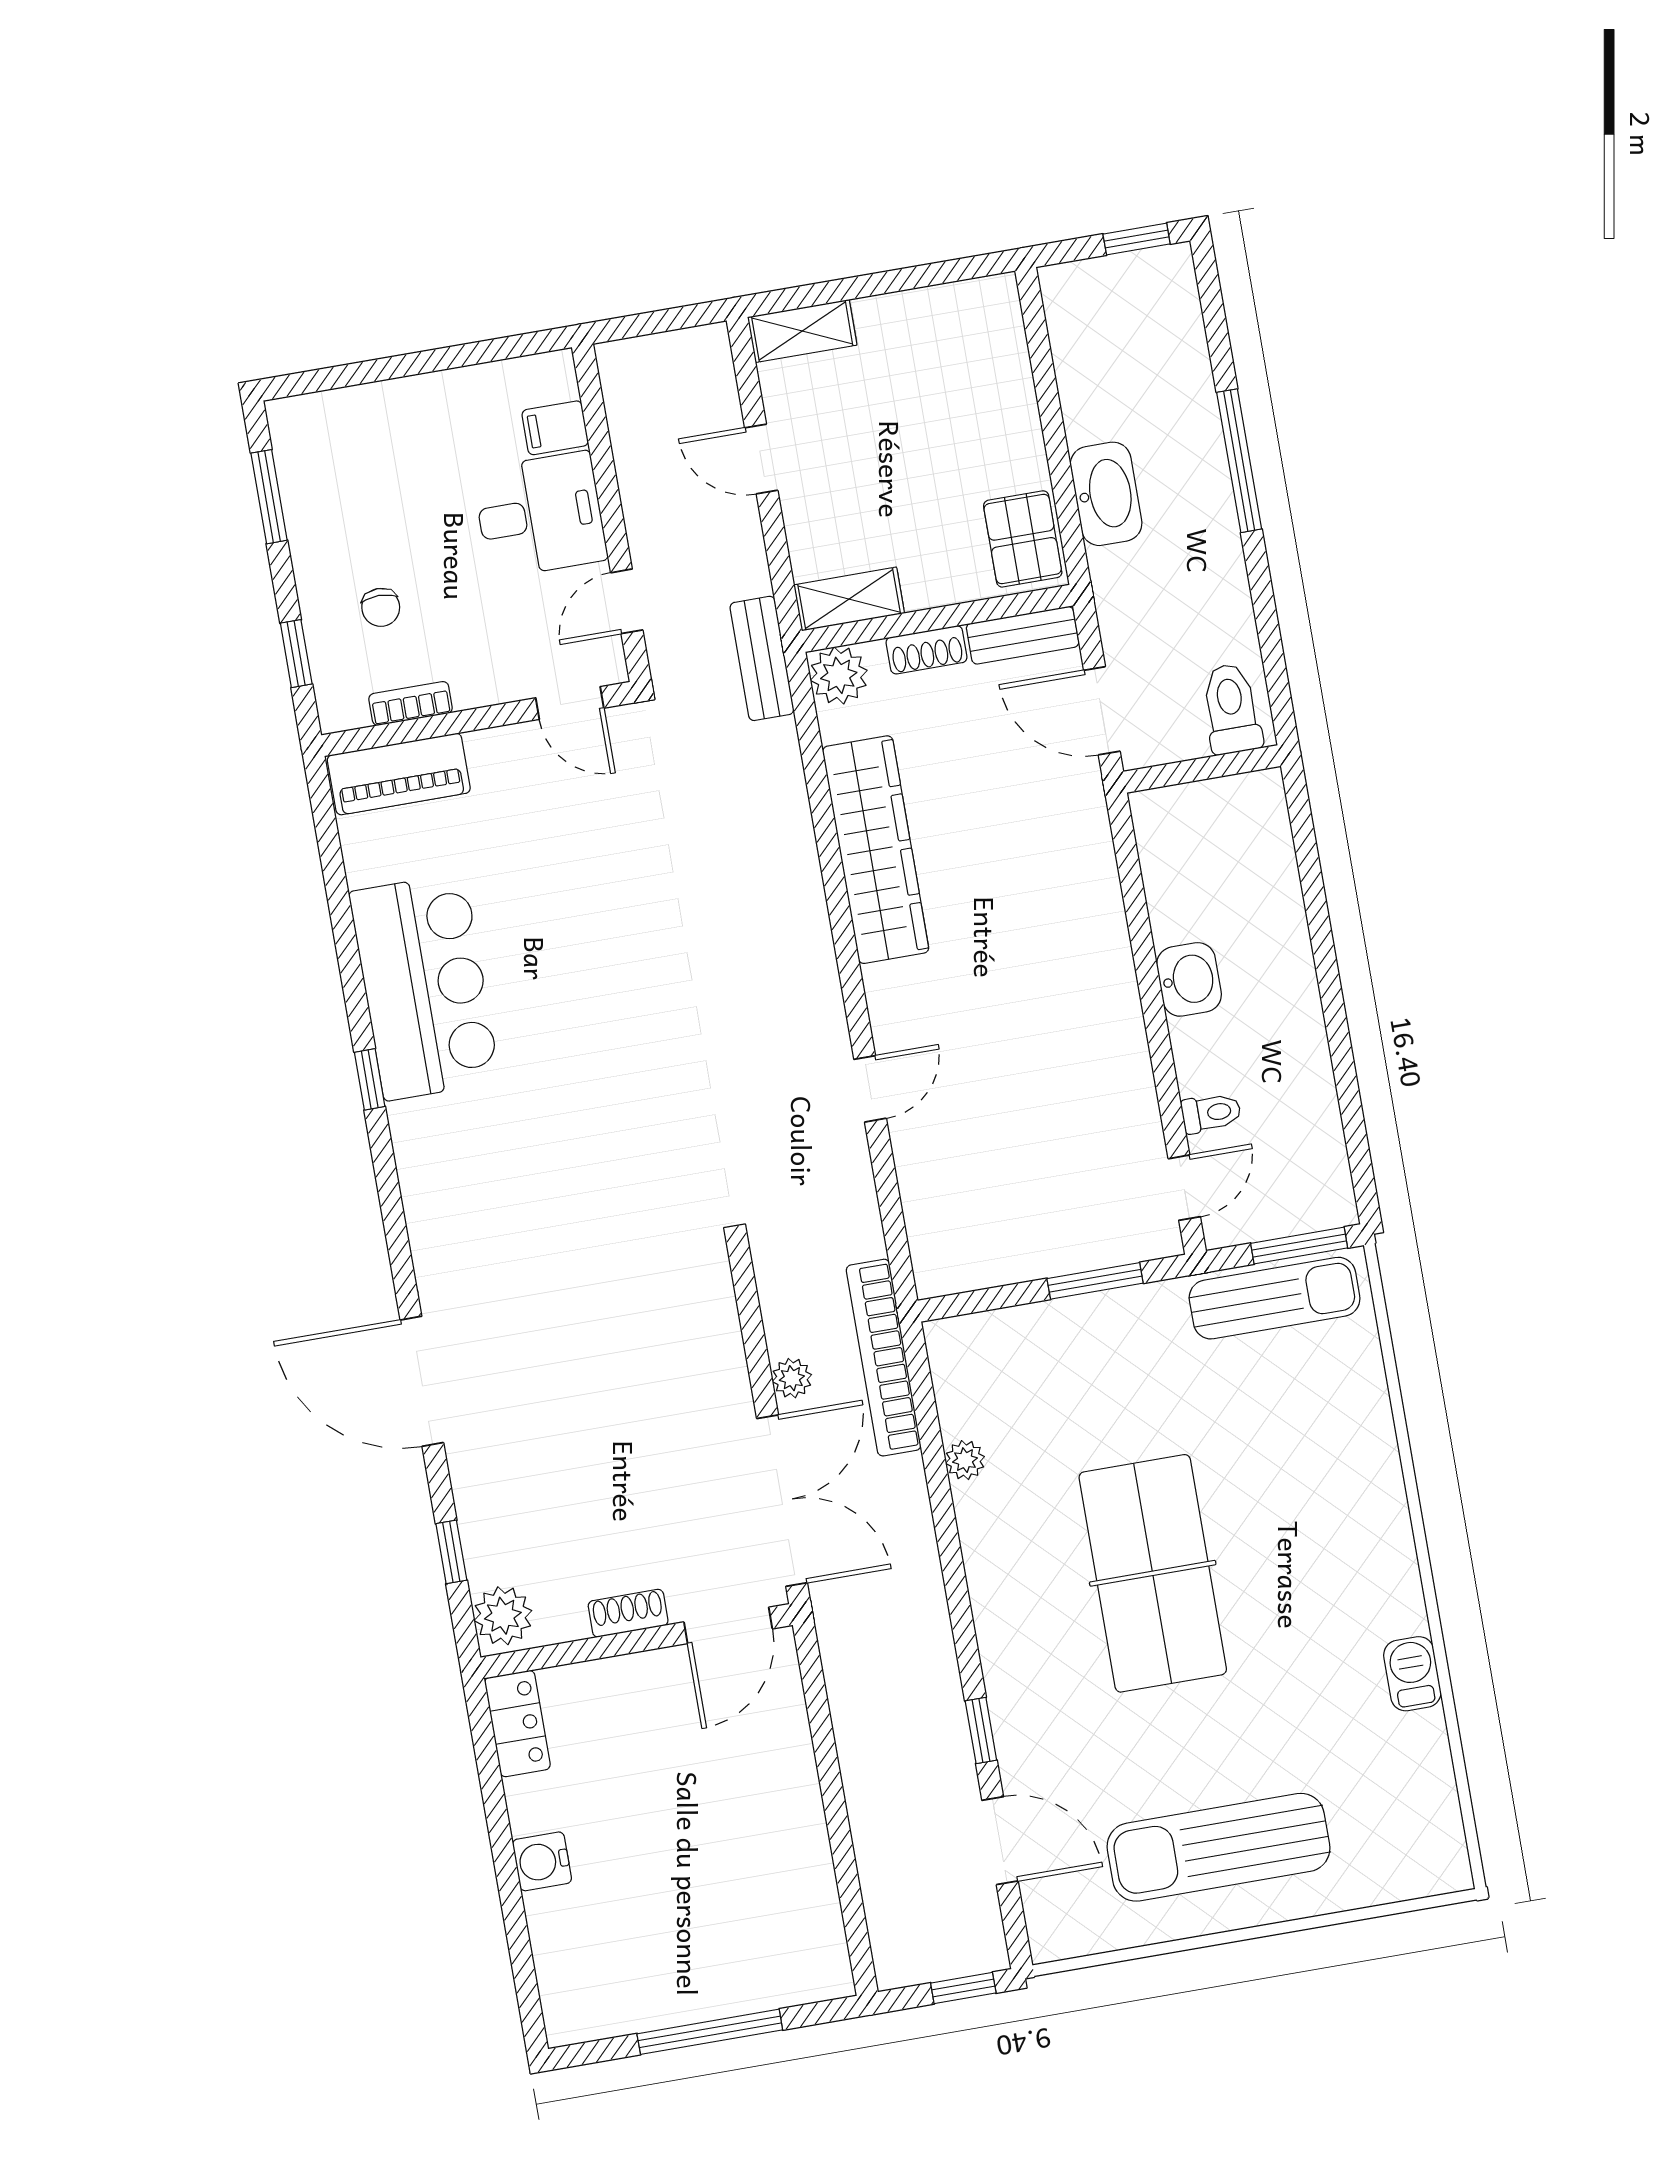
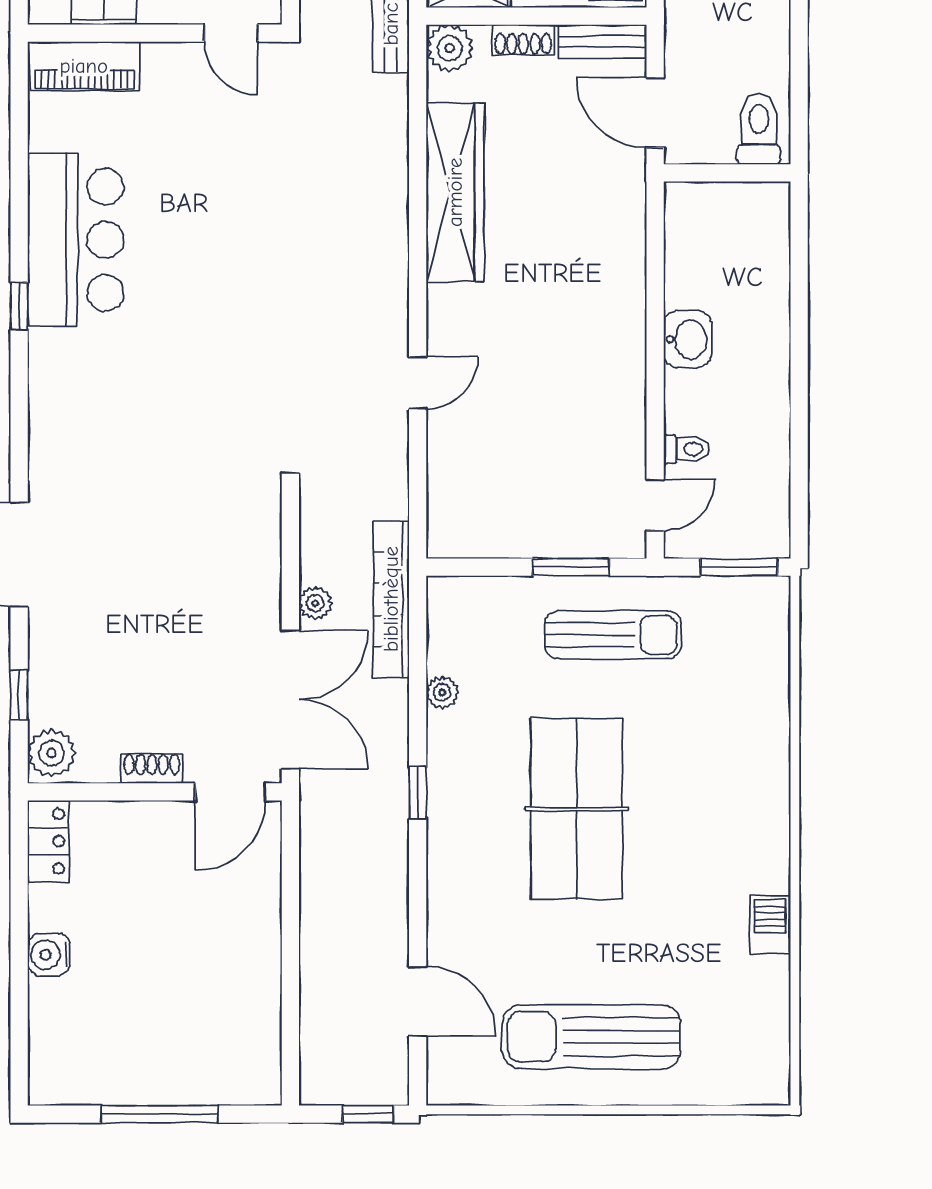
sun lounger: (1275, 1298) -> (613, 635), moved
window: (981, 1730) -> (418, 793), moved

